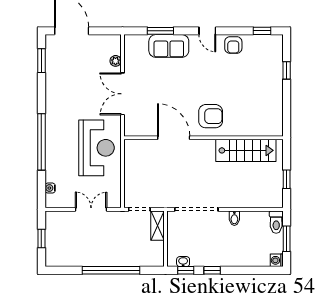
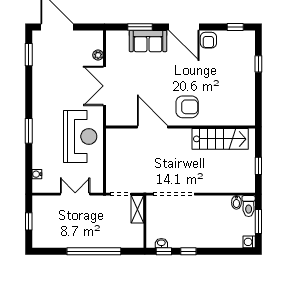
door: (207, 31) -> (184, 27), width x1.87
window: (41, 142) -> (29, 131), width x0.47
bidet: (234, 218) -> (236, 202), moved

